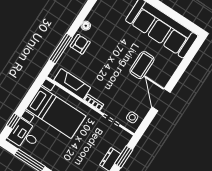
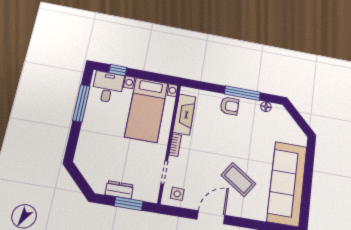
floor lamp: (86, 26) -> (266, 107), moved
window: (61, 48) -> (242, 93), moved
coffee table: (142, 65) -> (238, 180), turned 34

